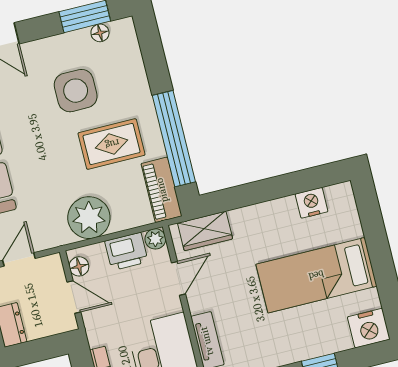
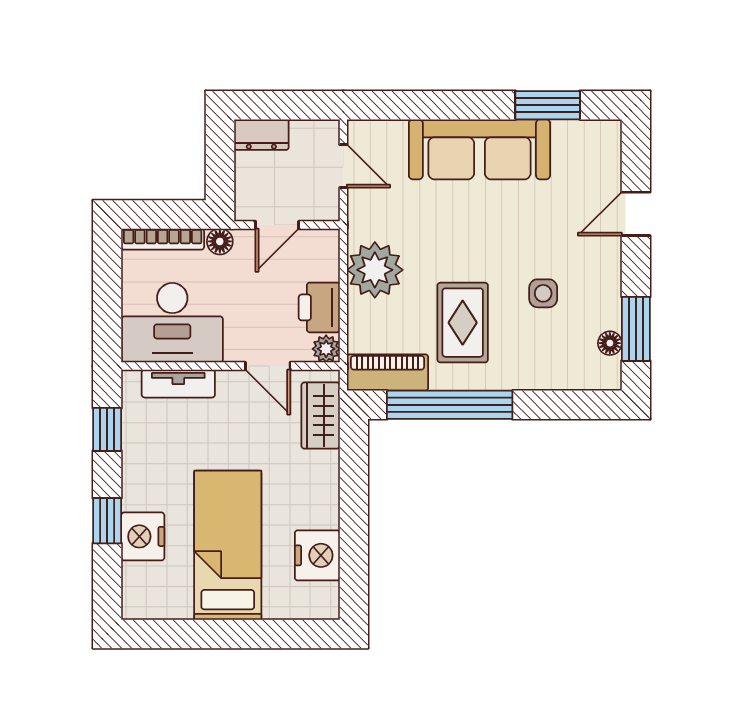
side table: (76, 91) -> (543, 293), width x0.54, depth x0.54
nightstand: (312, 203) -> (317, 555), width x1.36, depth x1.33
floor lamp: (79, 266) -> (220, 241), moved
nightstand: (369, 328) -> (143, 536), moved

